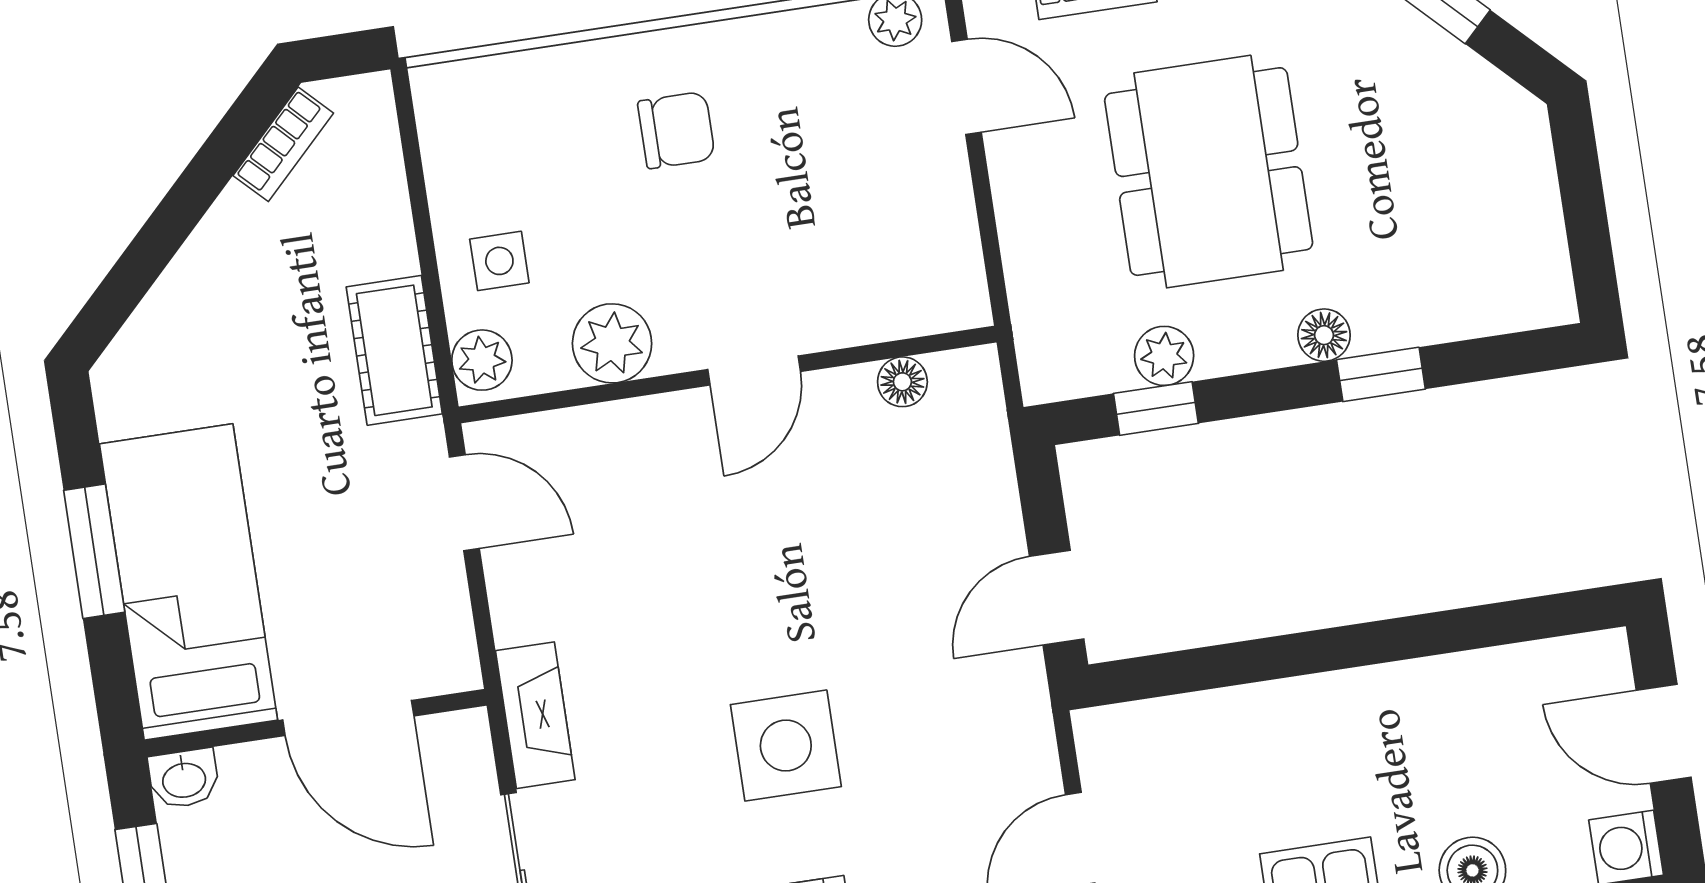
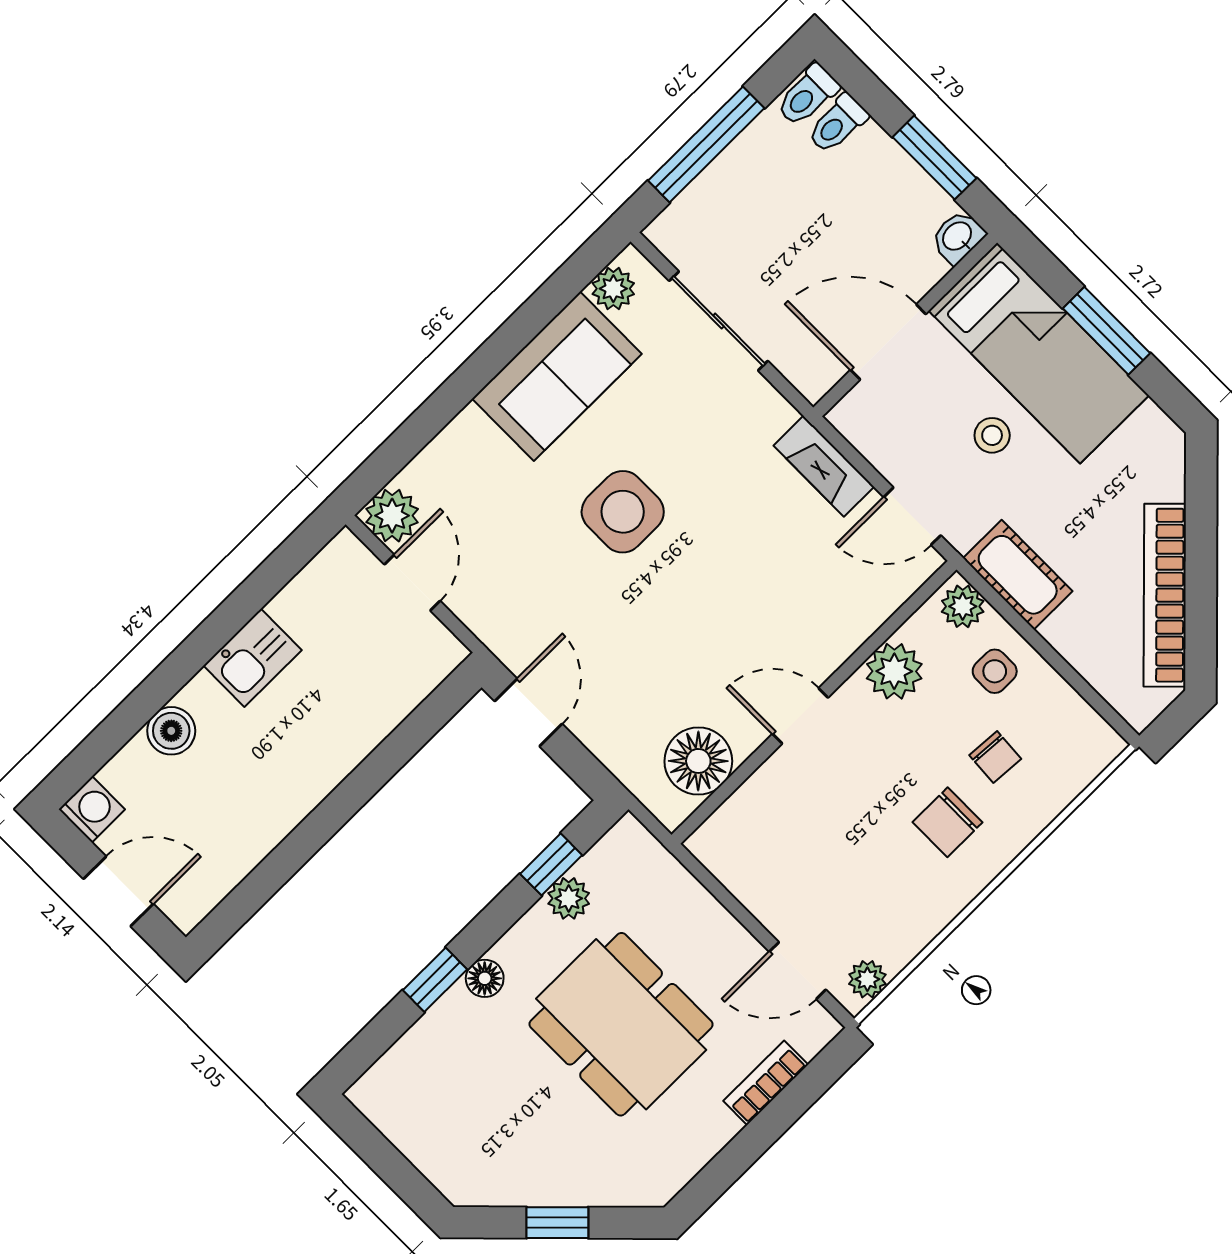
bookcase: (283, 144) -> (1165, 595), width x2.31, depth x1.31
chair: (569, 164) -> (995, 757), added
door: (754, 371) -> (800, 716), hinge flipped
floor lamp: (902, 382) -> (698, 761), width x1.89, depth x1.89
stool: (309, 528) -> (992, 435), added
fireplace: (535, 715) -> (824, 466), moved

